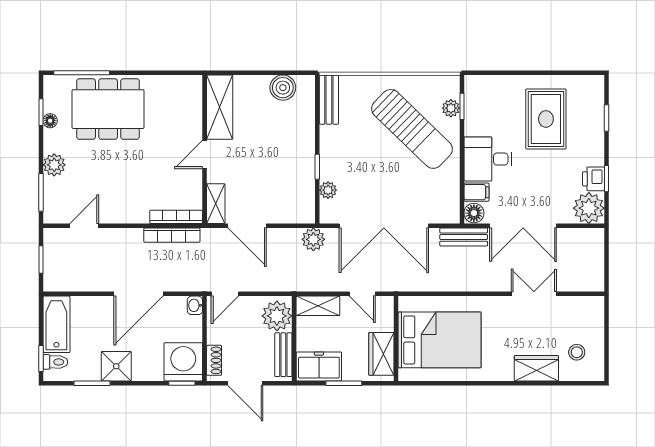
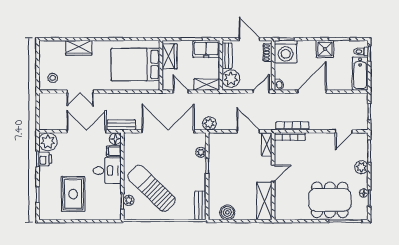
stool: (577, 352) -> (53, 78), moved

